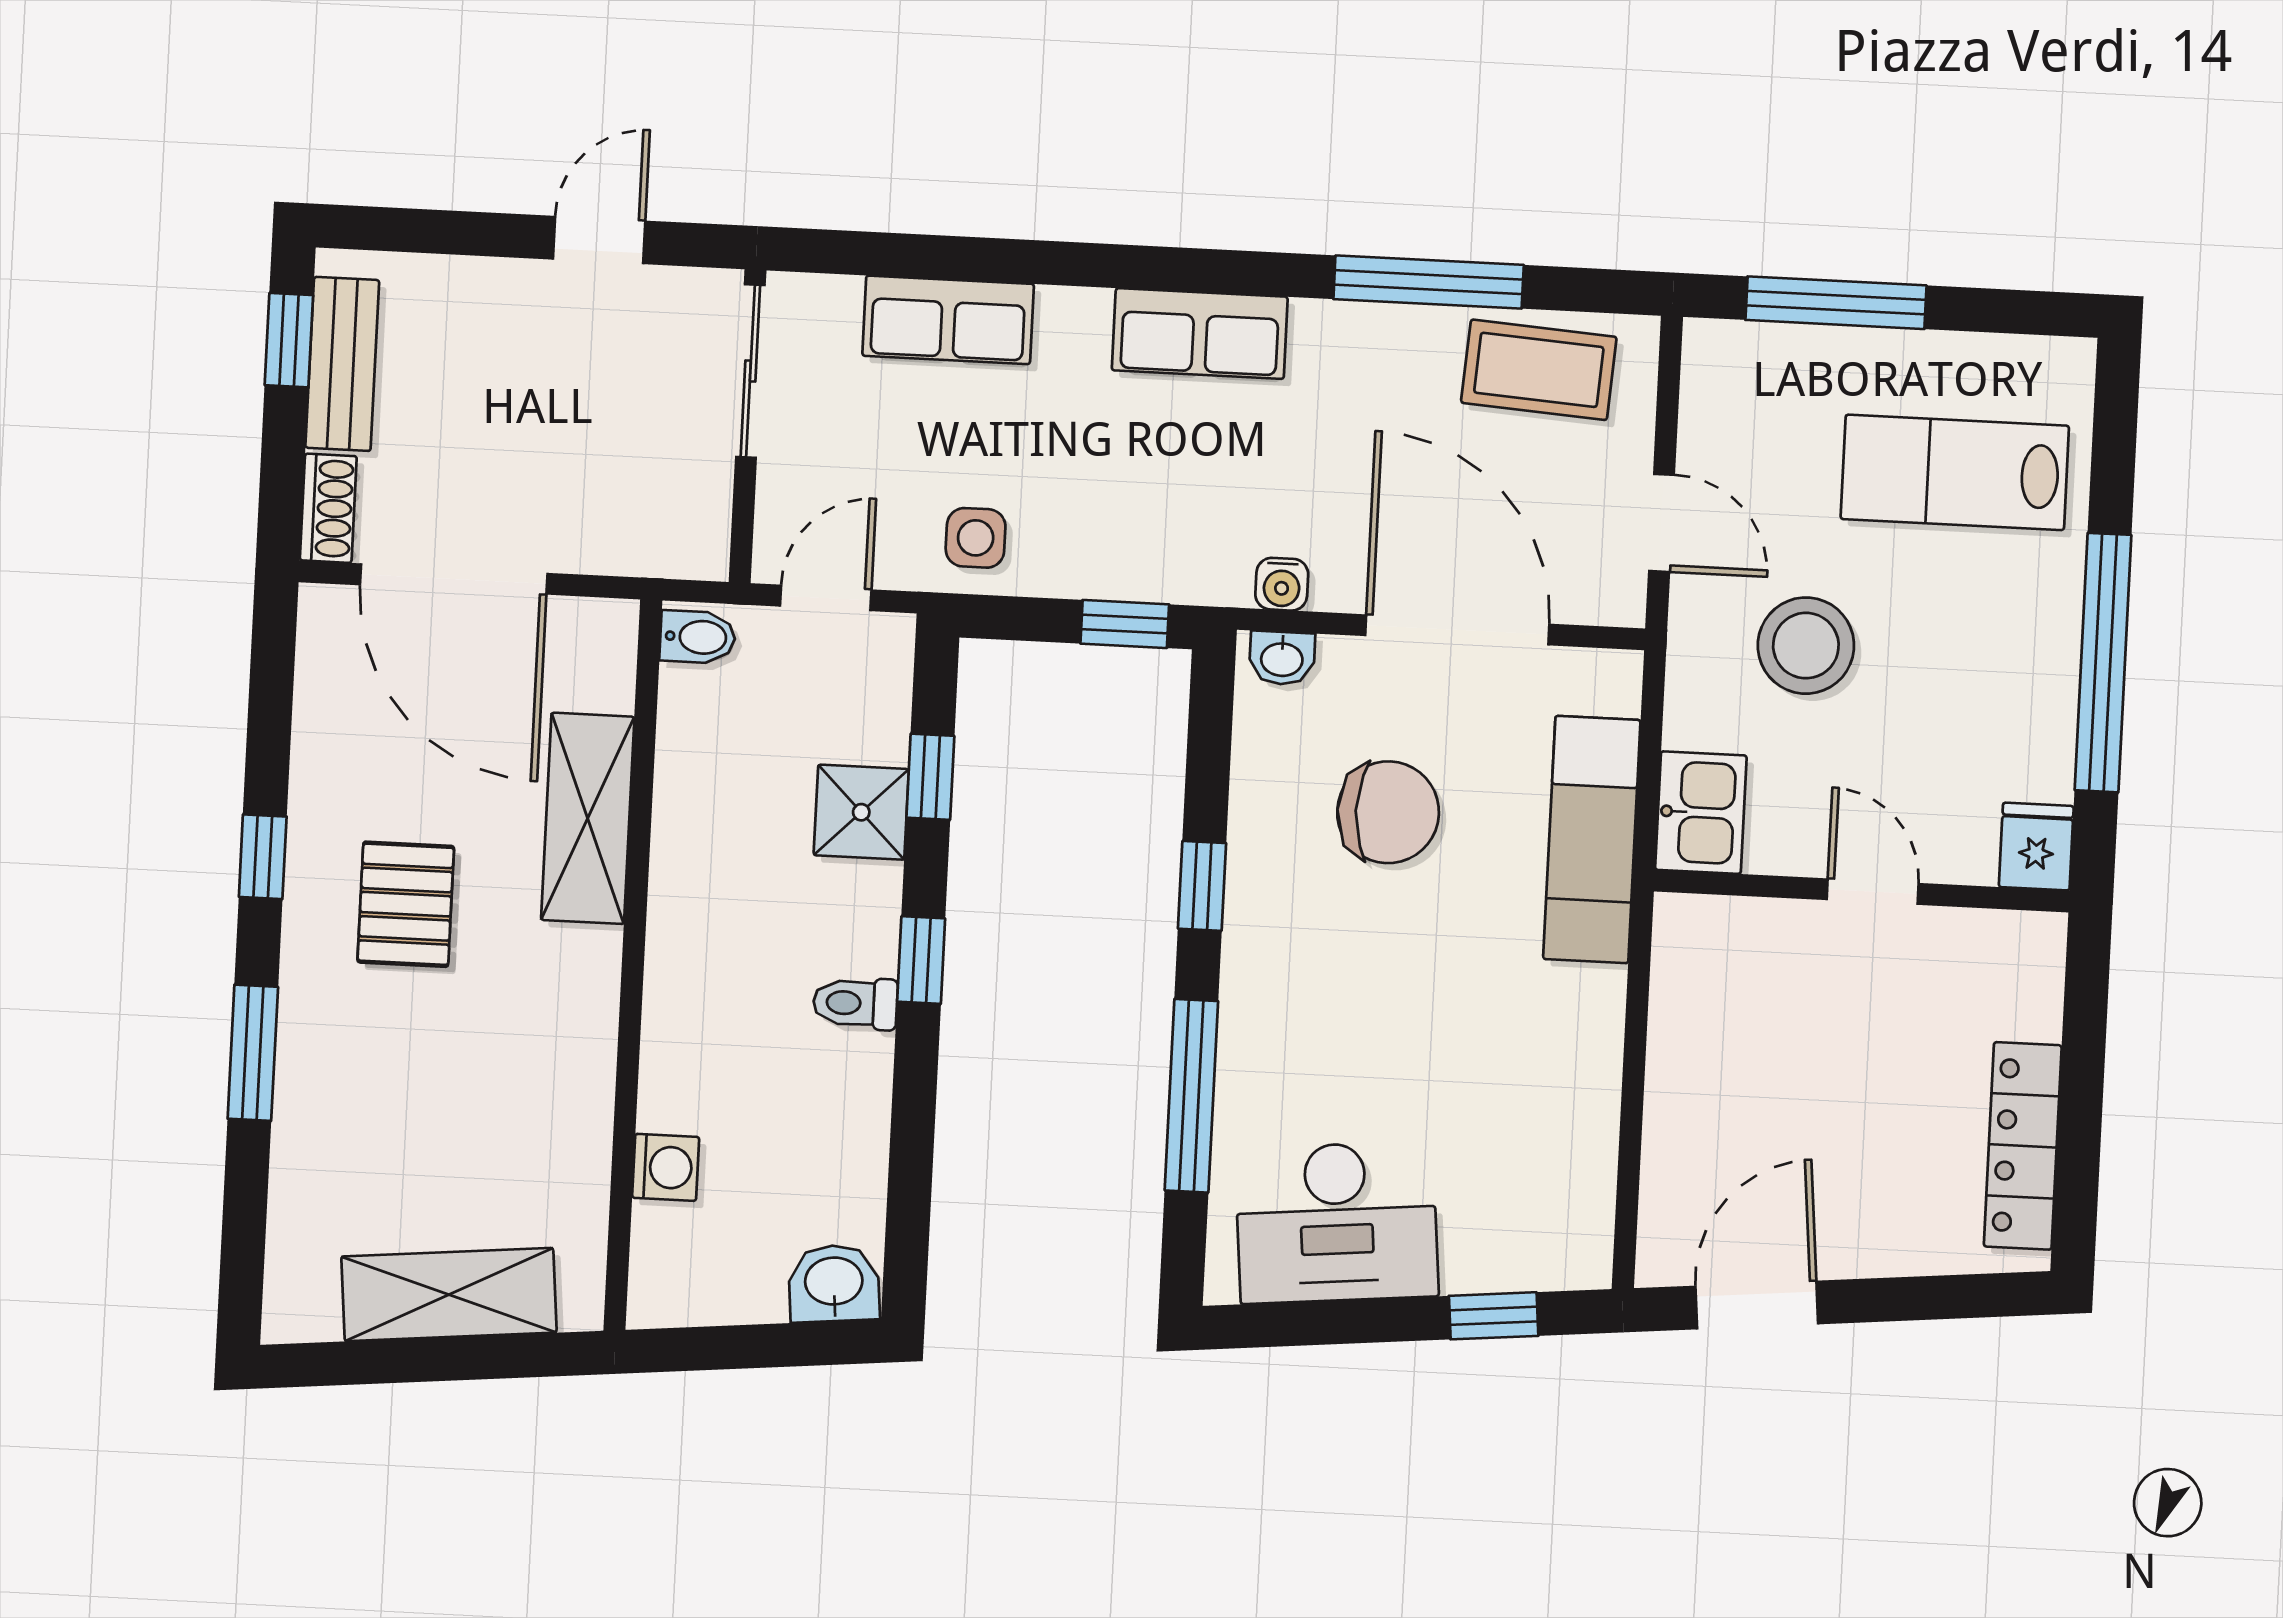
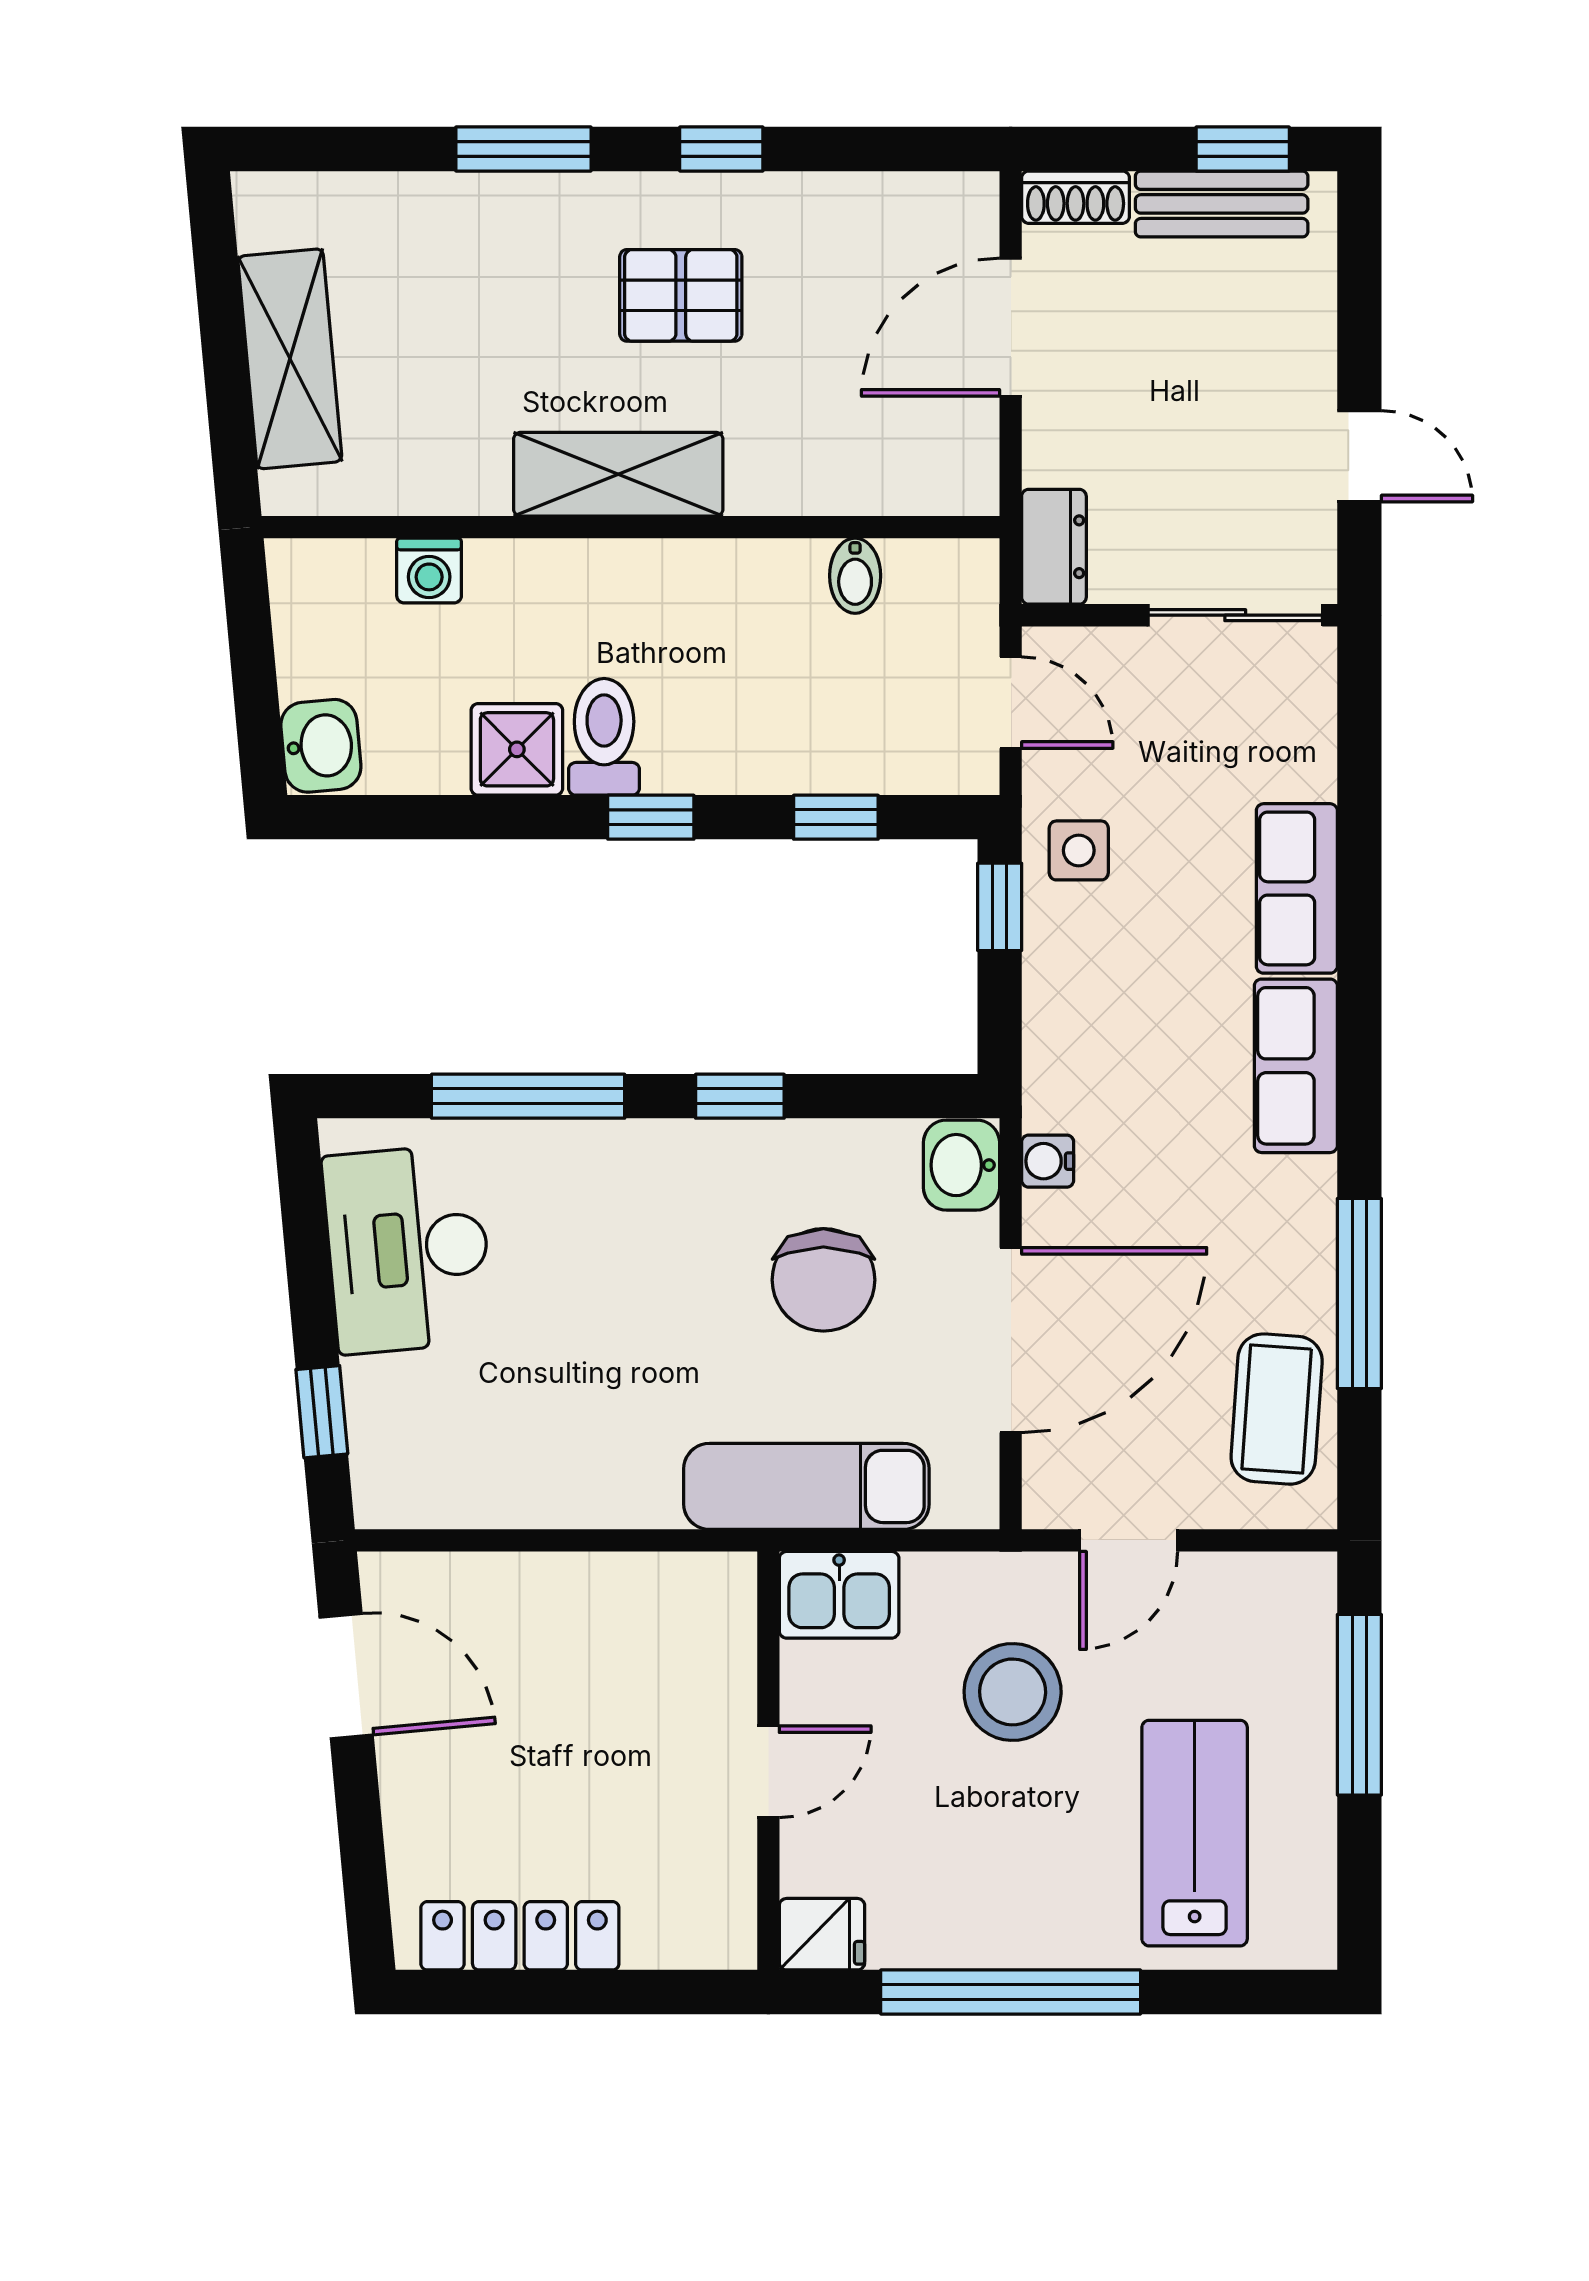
row of seats: (948, 320) -> (1297, 888), moved
dresser: (673, 547) -> (1054, 547), added
door: (454, 579) -> (1011, 327), width x0.73
window: (1125, 624) -> (1000, 907), moved
bidet: (698, 637) -> (855, 576), moved
washbasin: (1282, 658) -> (962, 1165), width x1.38, depth x1.45
shower: (861, 812) -> (517, 749), moved
shelving: (588, 818) -> (618, 474), moved
toilet: (855, 1003) -> (604, 737), width x1.37, depth x1.39

